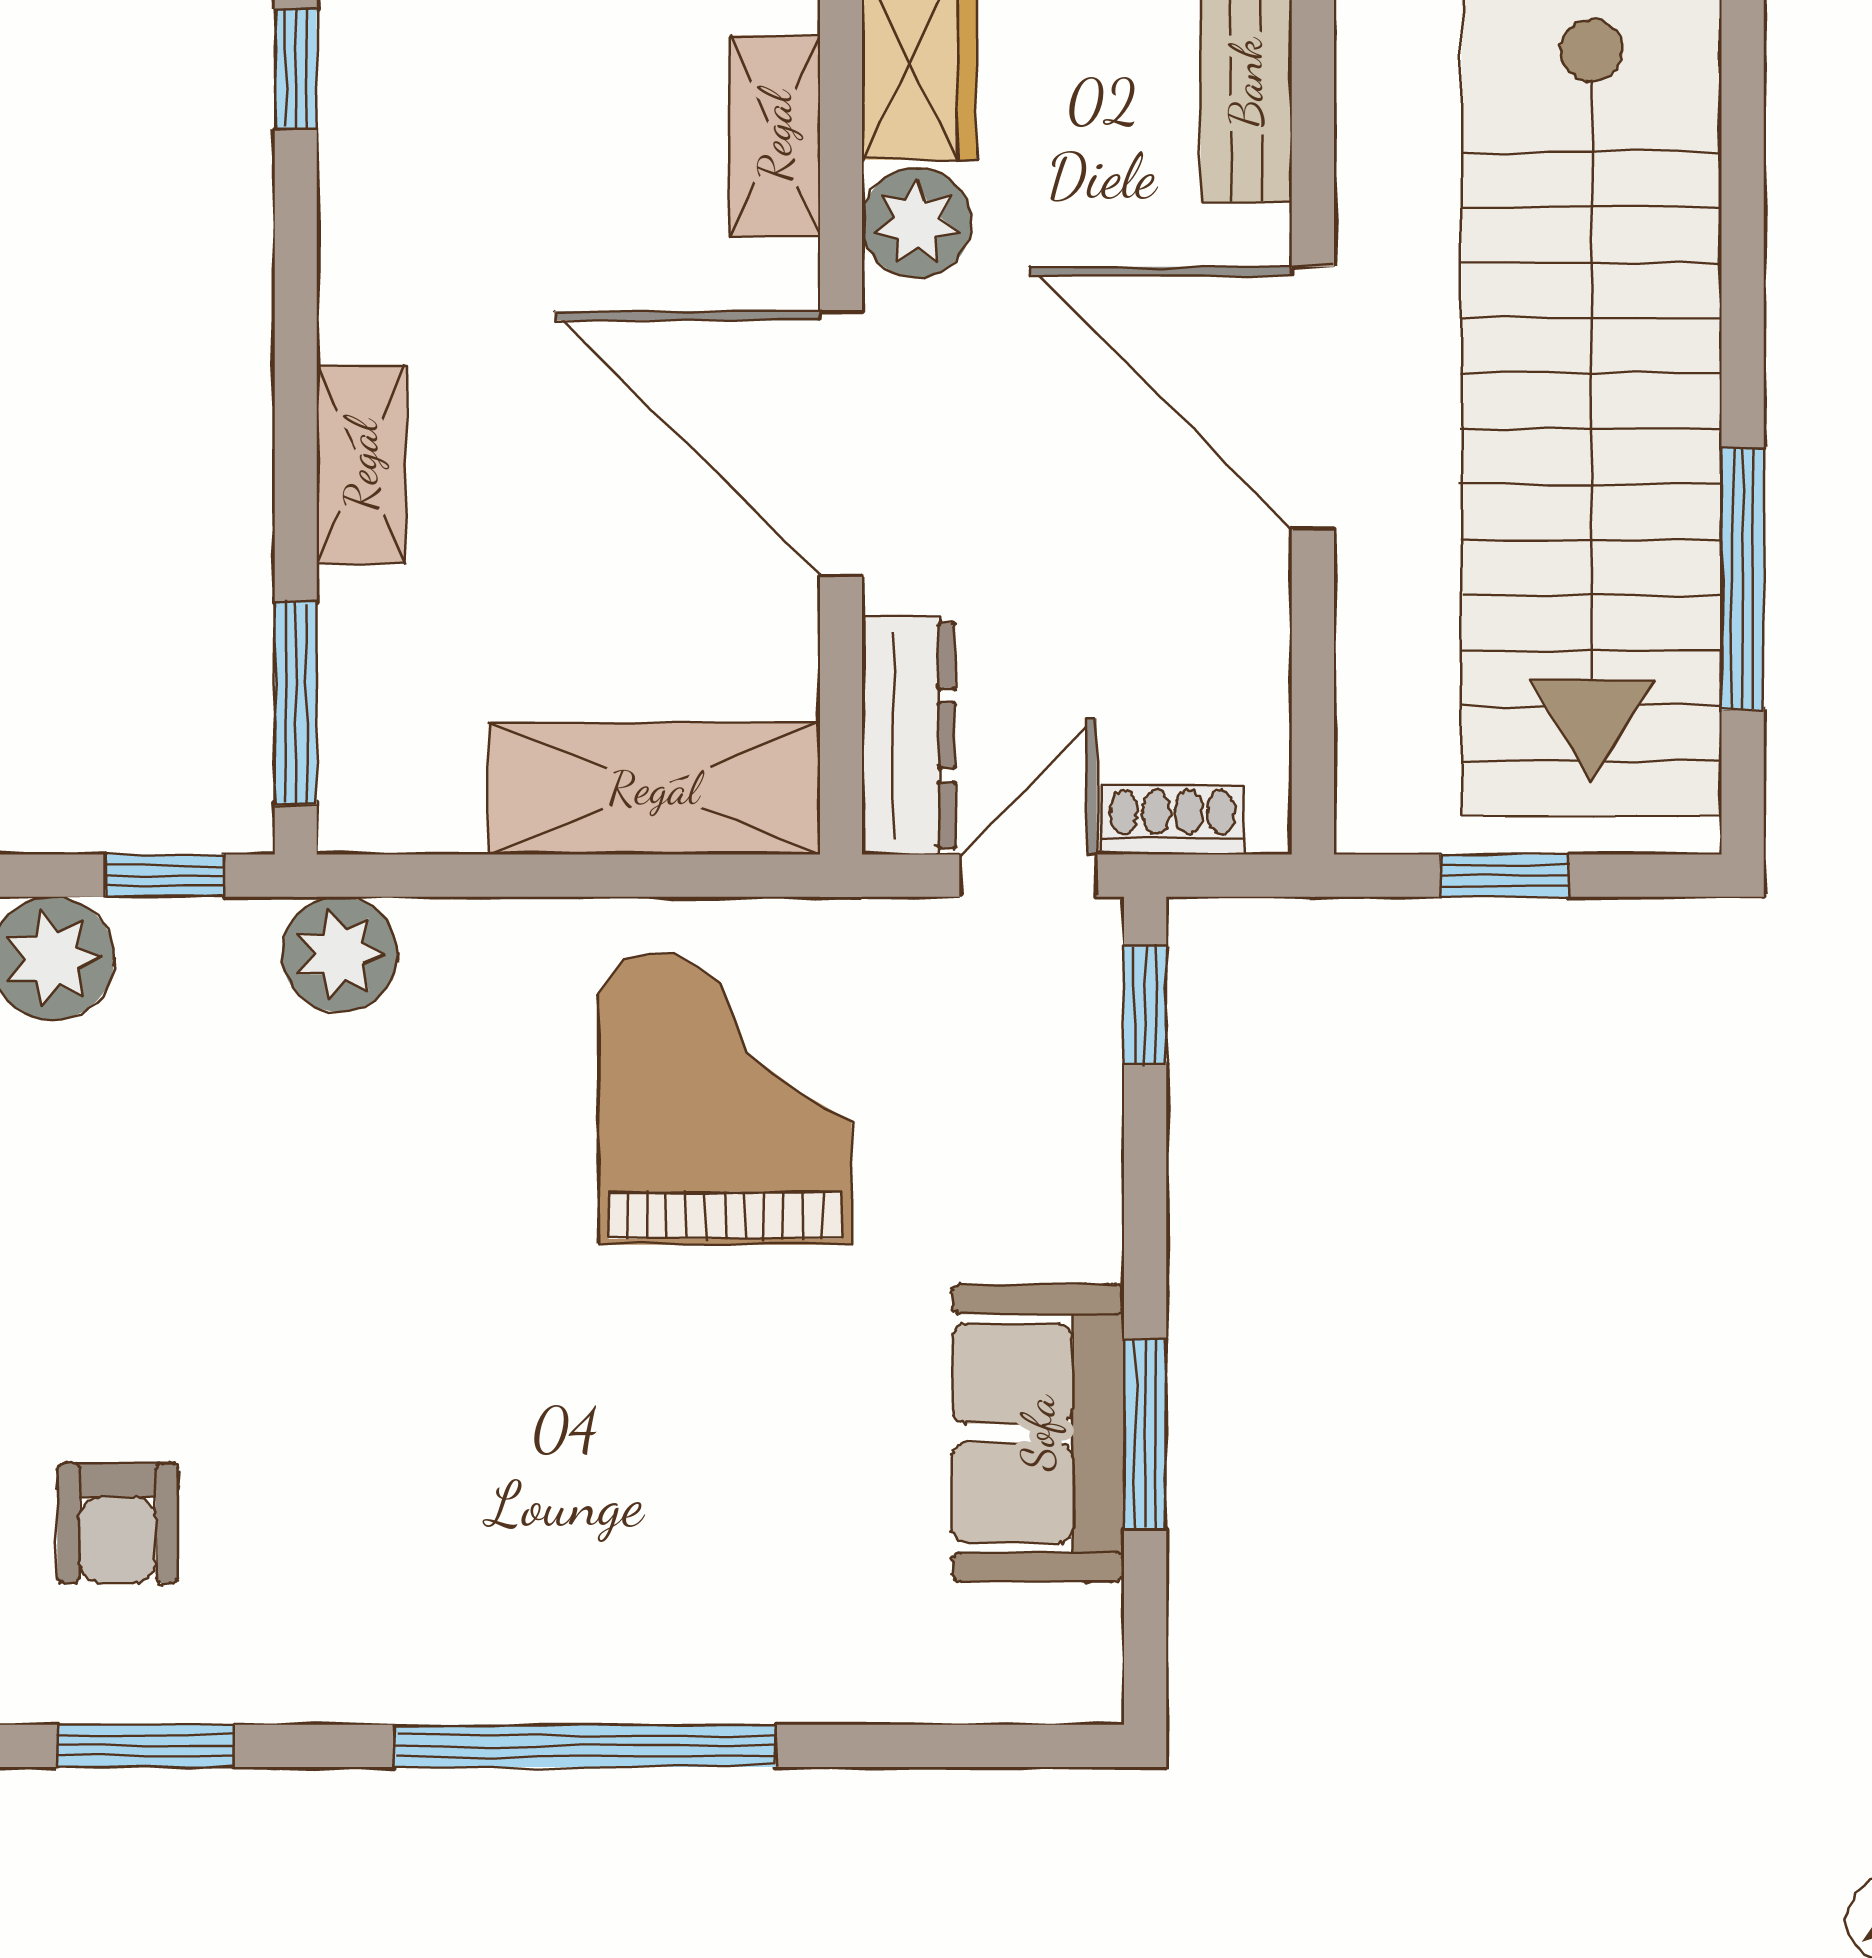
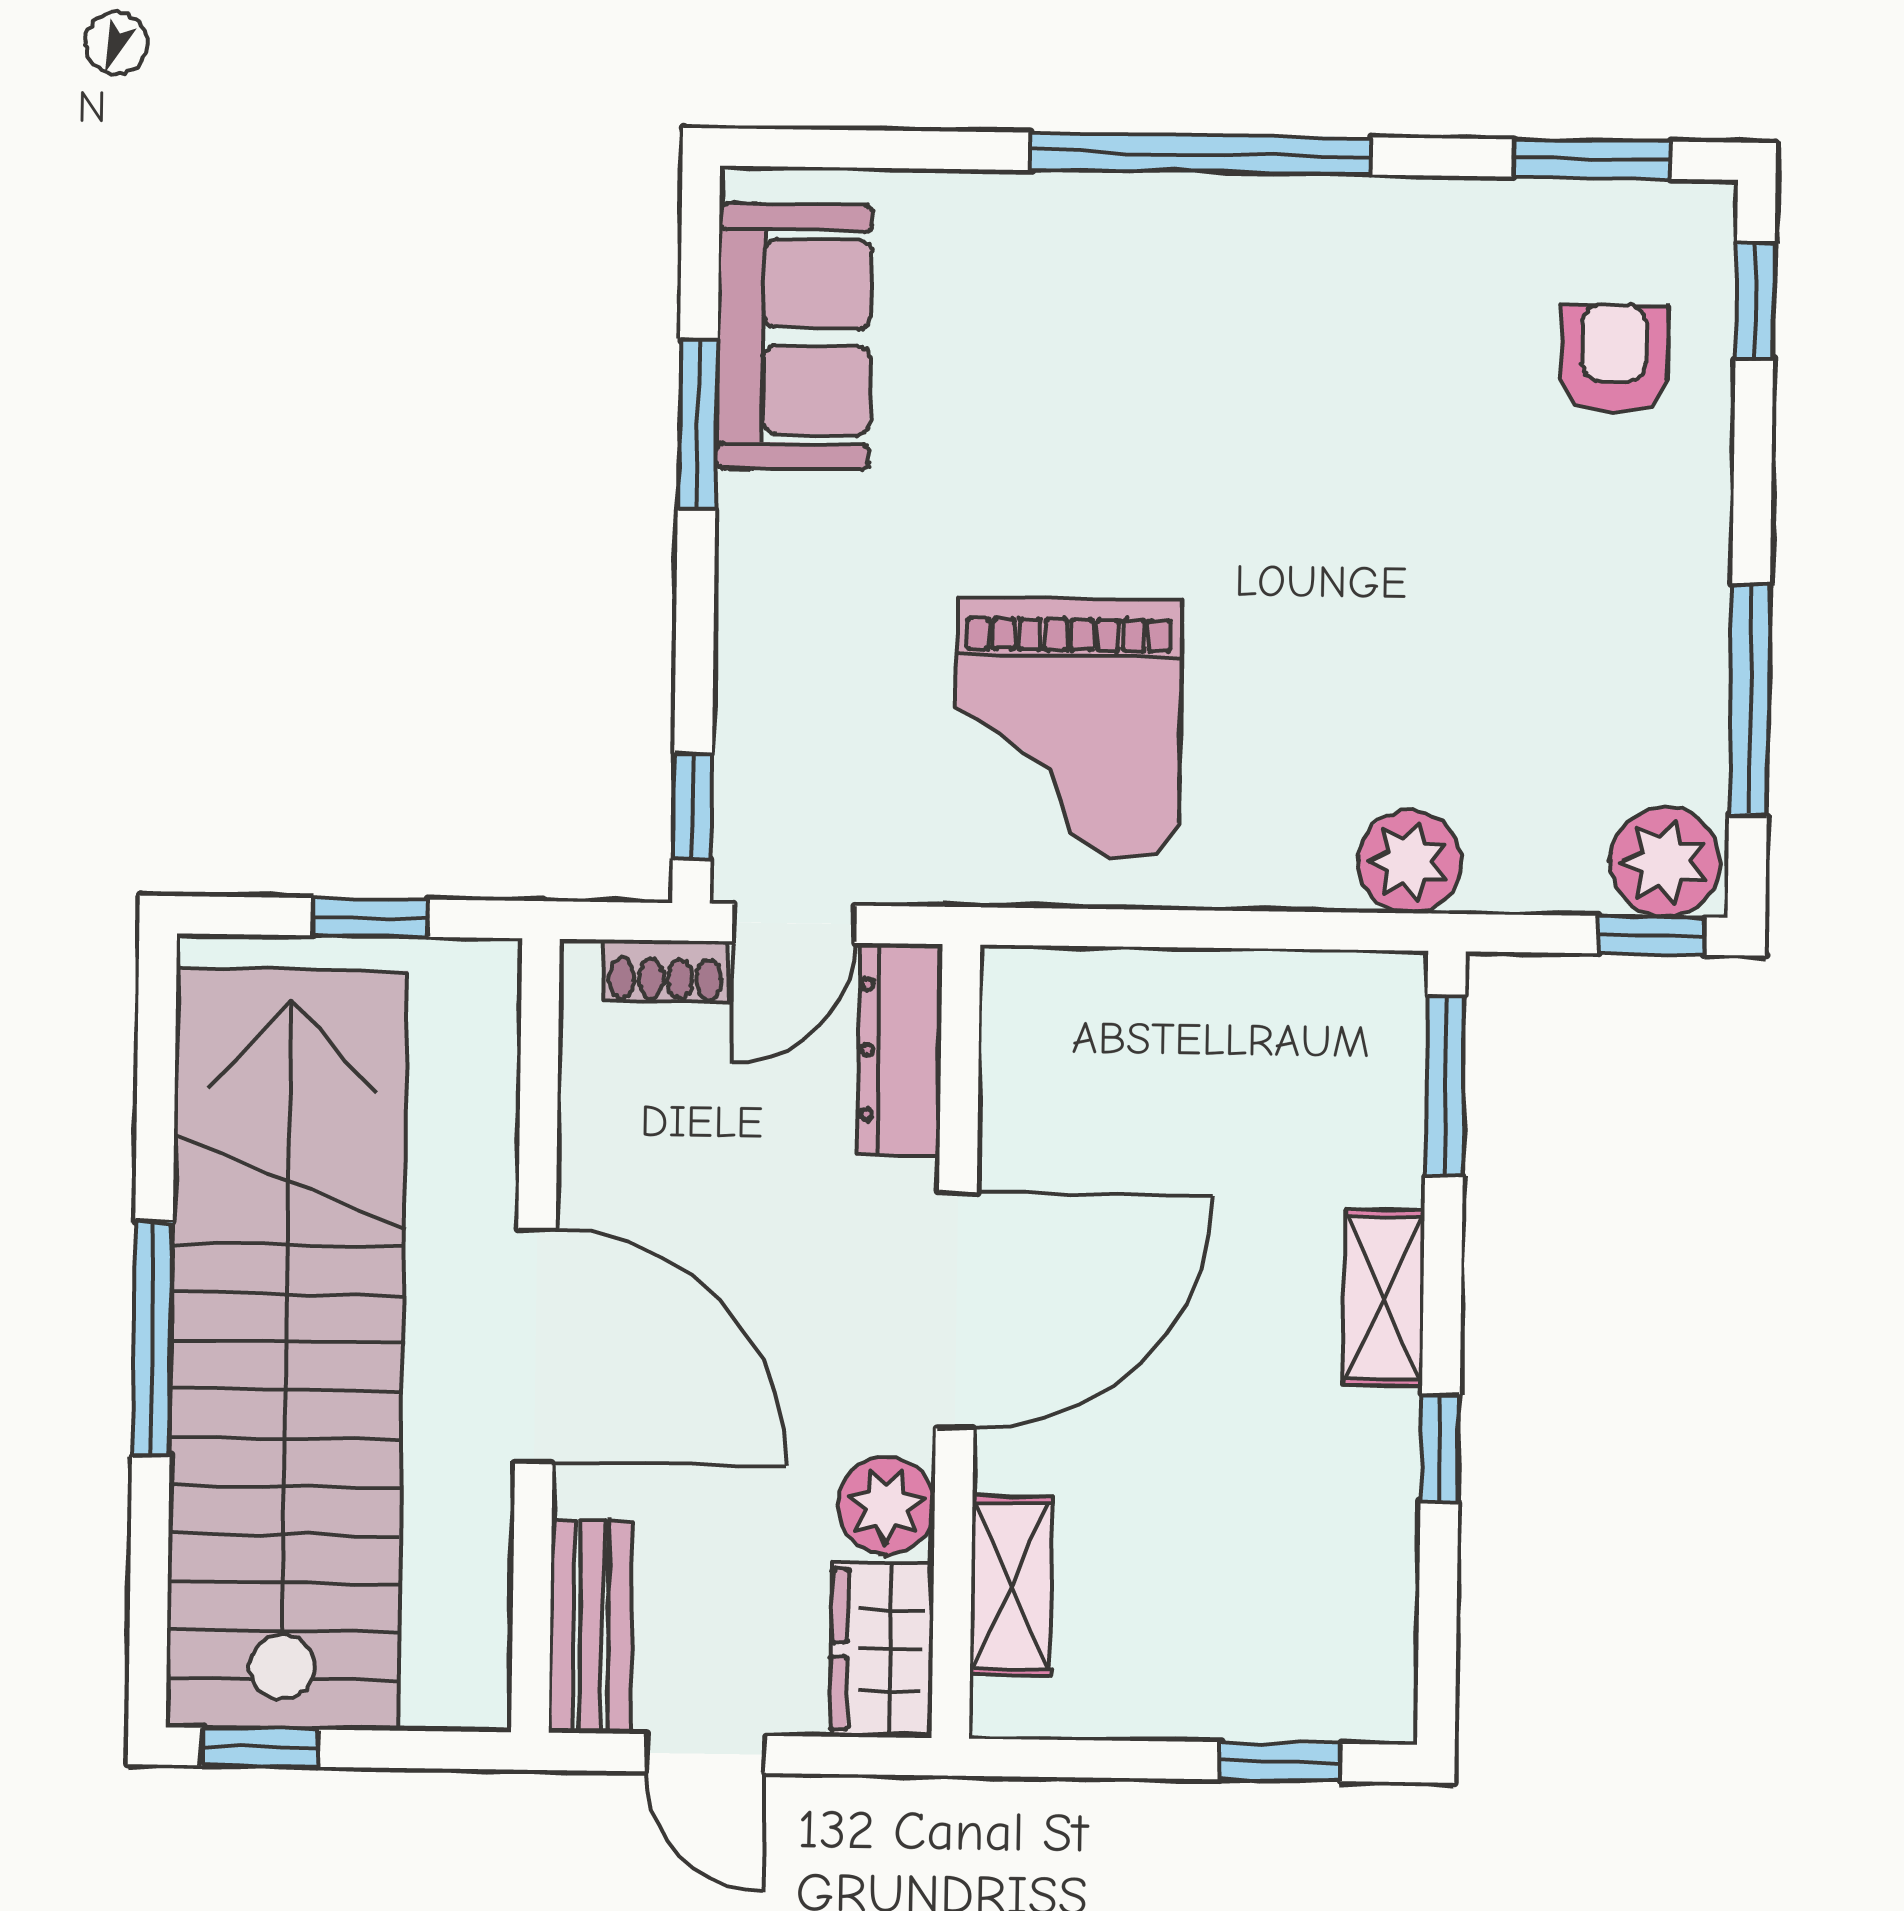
window: (296, 69) -> (1440, 1448), moved
door: (841, 444) -> (956, 1310), hinge flipped
window: (1743, 579) -> (152, 1339), moved
shelving: (654, 788) -> (1127, 1006), removed
window: (164, 876) -> (1652, 935), moved
sofa: (1038, 1433) -> (794, 337), moved

